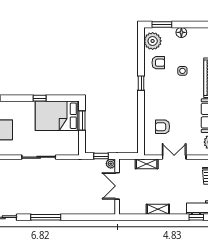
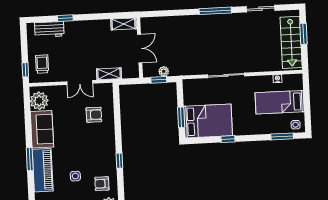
plant: (111, 164) -> (164, 71), moved
shelving: (158, 209) -> (123, 24), moved
window: (196, 217) -> (65, 18), moved

